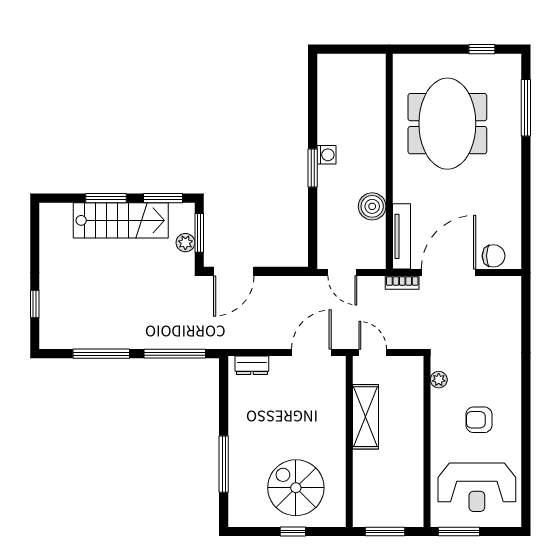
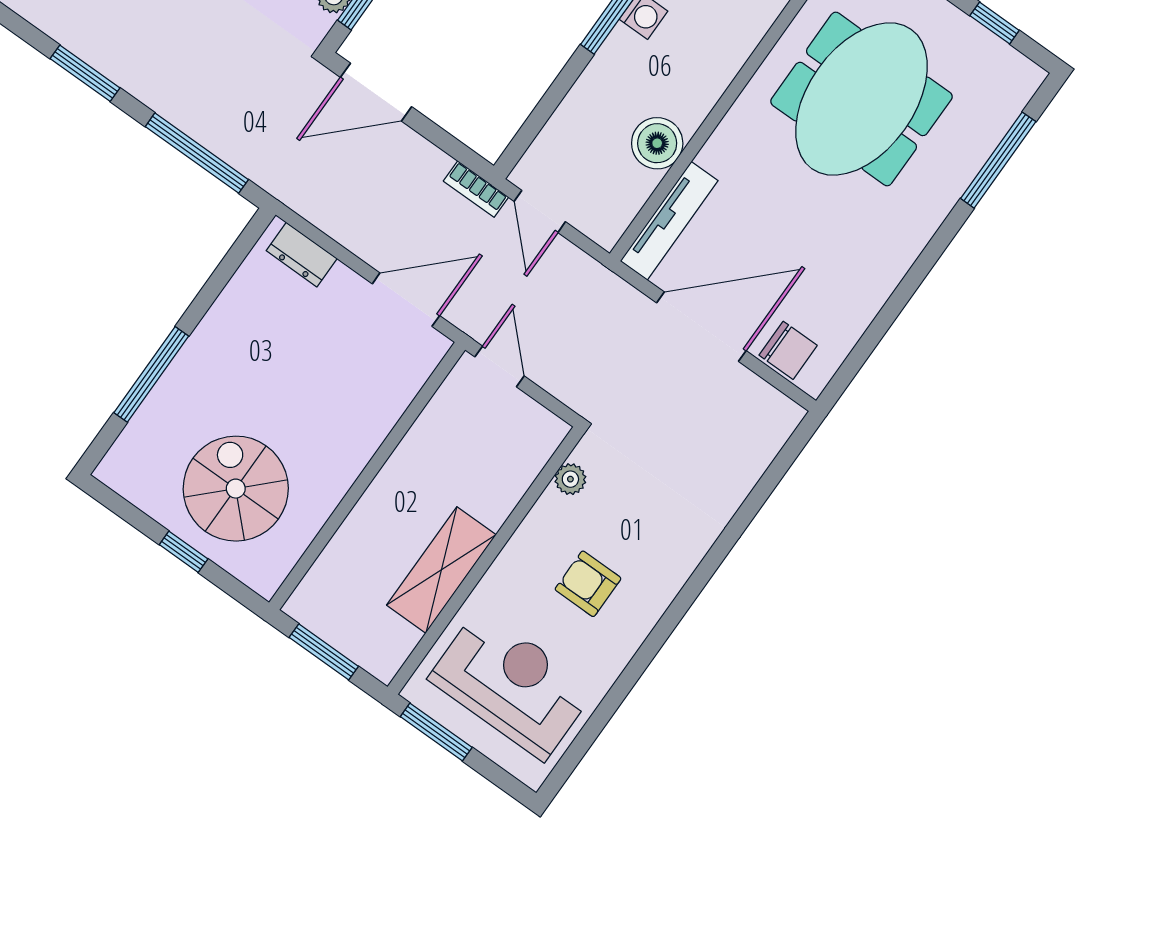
bookcase: (402, 283) -> (476, 189), moved
window: (101, 354) -> (85, 73), width x0.69
shelving: (366, 417) -> (441, 570), moved
reception desk: (477, 487) -> (512, 684), turned 180

